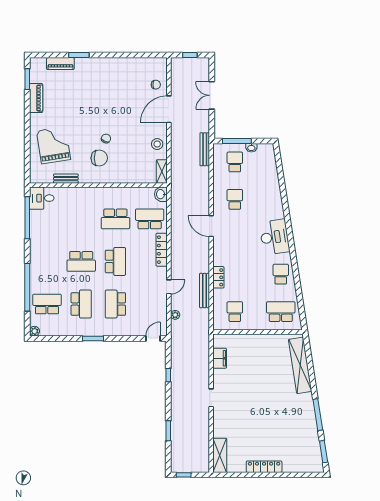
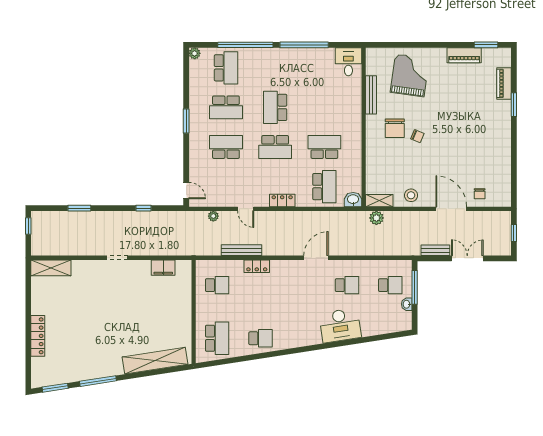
grand piano: (54, 145) -> (410, 75), turned -73
bench: (205, 149) -> (435, 250), moved, width x0.73
plant: (177, 174) -> (376, 218), added
bench: (66, 179) -> (371, 95), width x1.36
window: (27, 218) -> (304, 45), moved
school desk: (115, 219) -> (324, 147), turned 90
desk: (275, 237) -> (340, 325), moved
locker: (162, 250) -> (282, 200), width x0.66
locker: (264, 467) -> (38, 336), moved

